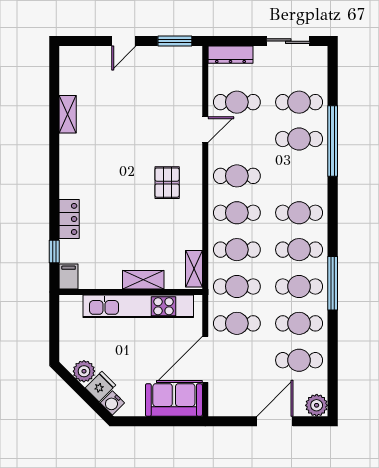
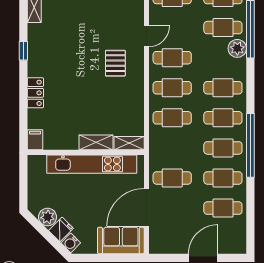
door: (205, 130) -> (146, 36), moved
window: (54, 252) -> (23, 51), moved
shelving: (194, 269) -> (129, 143), moved, turned 90
window: (333, 283) -> (250, 145), width x1.46
cafe table: (237, 286) -> (172, 148), removed
plant: (317, 405) -> (237, 48), moved

